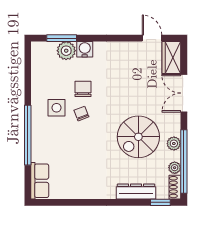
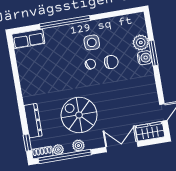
window: (62, 38) -> (153, 53), moved

